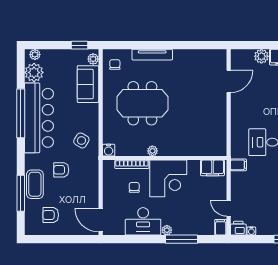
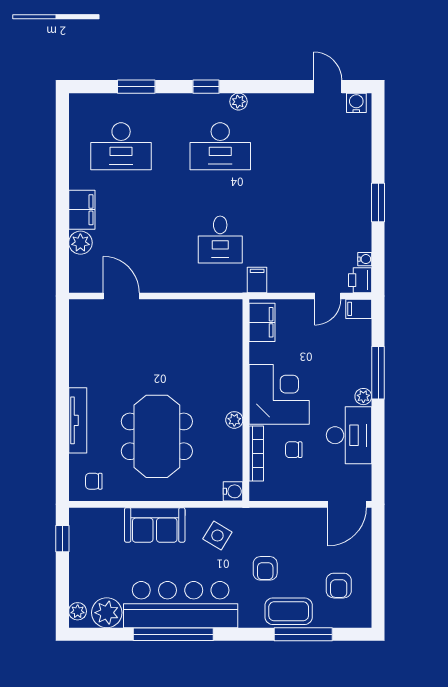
plant: (93, 59) -> (85, 517), removed
sofa: (88, 84) -> (155, 525), moved

